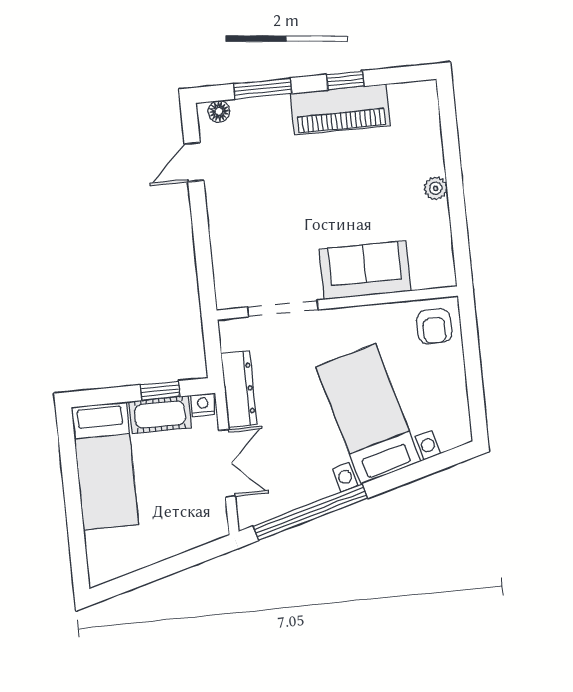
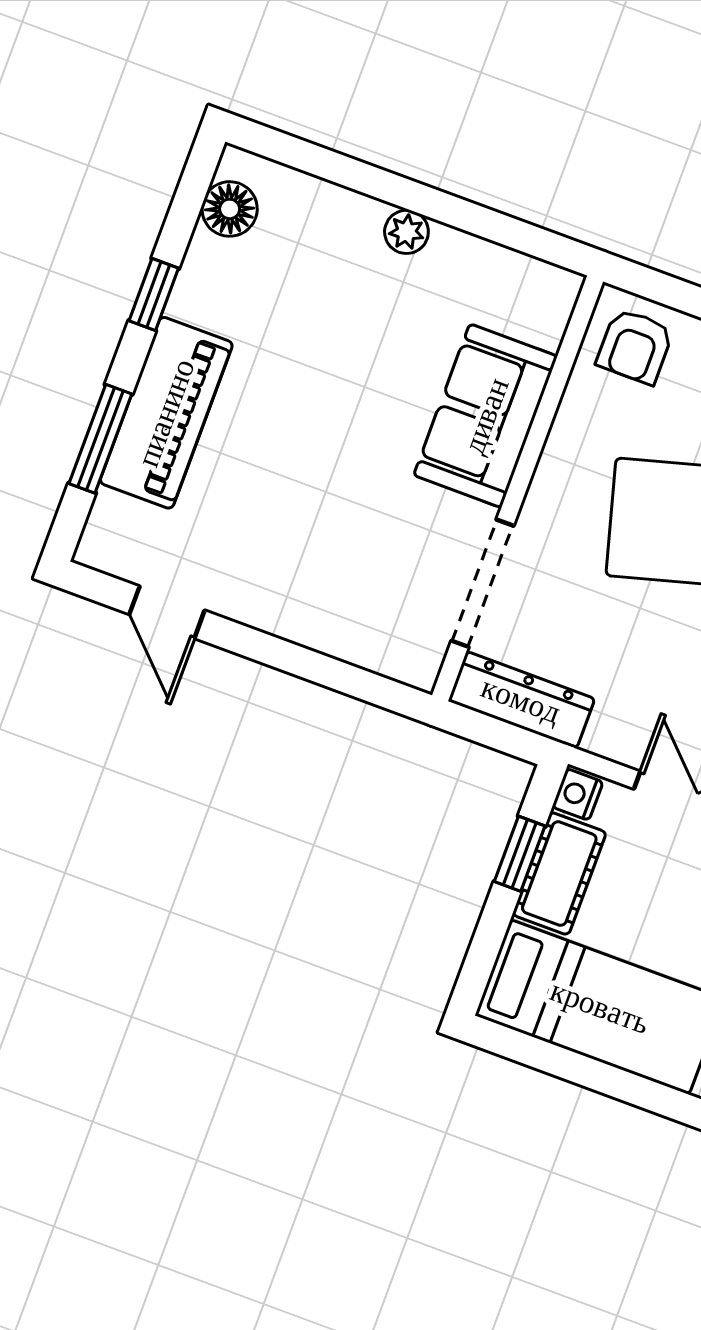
piano: (340, 109) -> (166, 413), moved
floor lamp: (219, 111) -> (230, 209), moved, width x1.37, depth x1.37
armchair: (434, 326) -> (635, 346), turned 90
dresser: (239, 389) -> (521, 700), moved

